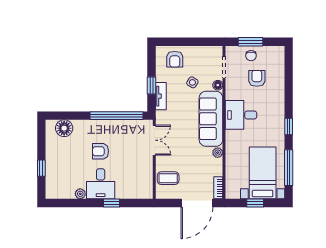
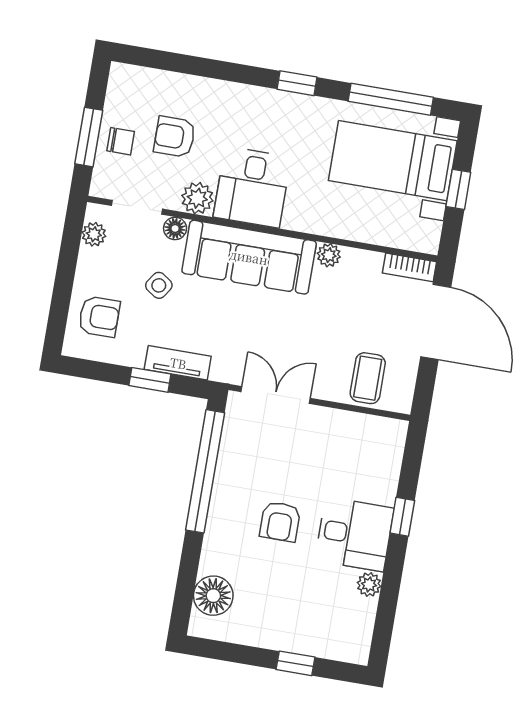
plant: (209, 51) -> (94, 234), added
plant: (232, 92) -> (197, 198), added

